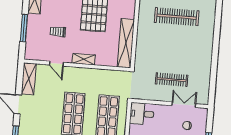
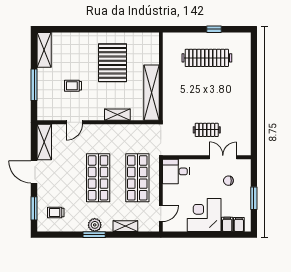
shelving: (84, 59) -> (117, 115), moved
door: (56, 64) -> (74, 122), hinge flipped
clothes rail: (172, 80) -> (207, 130), width x0.73

